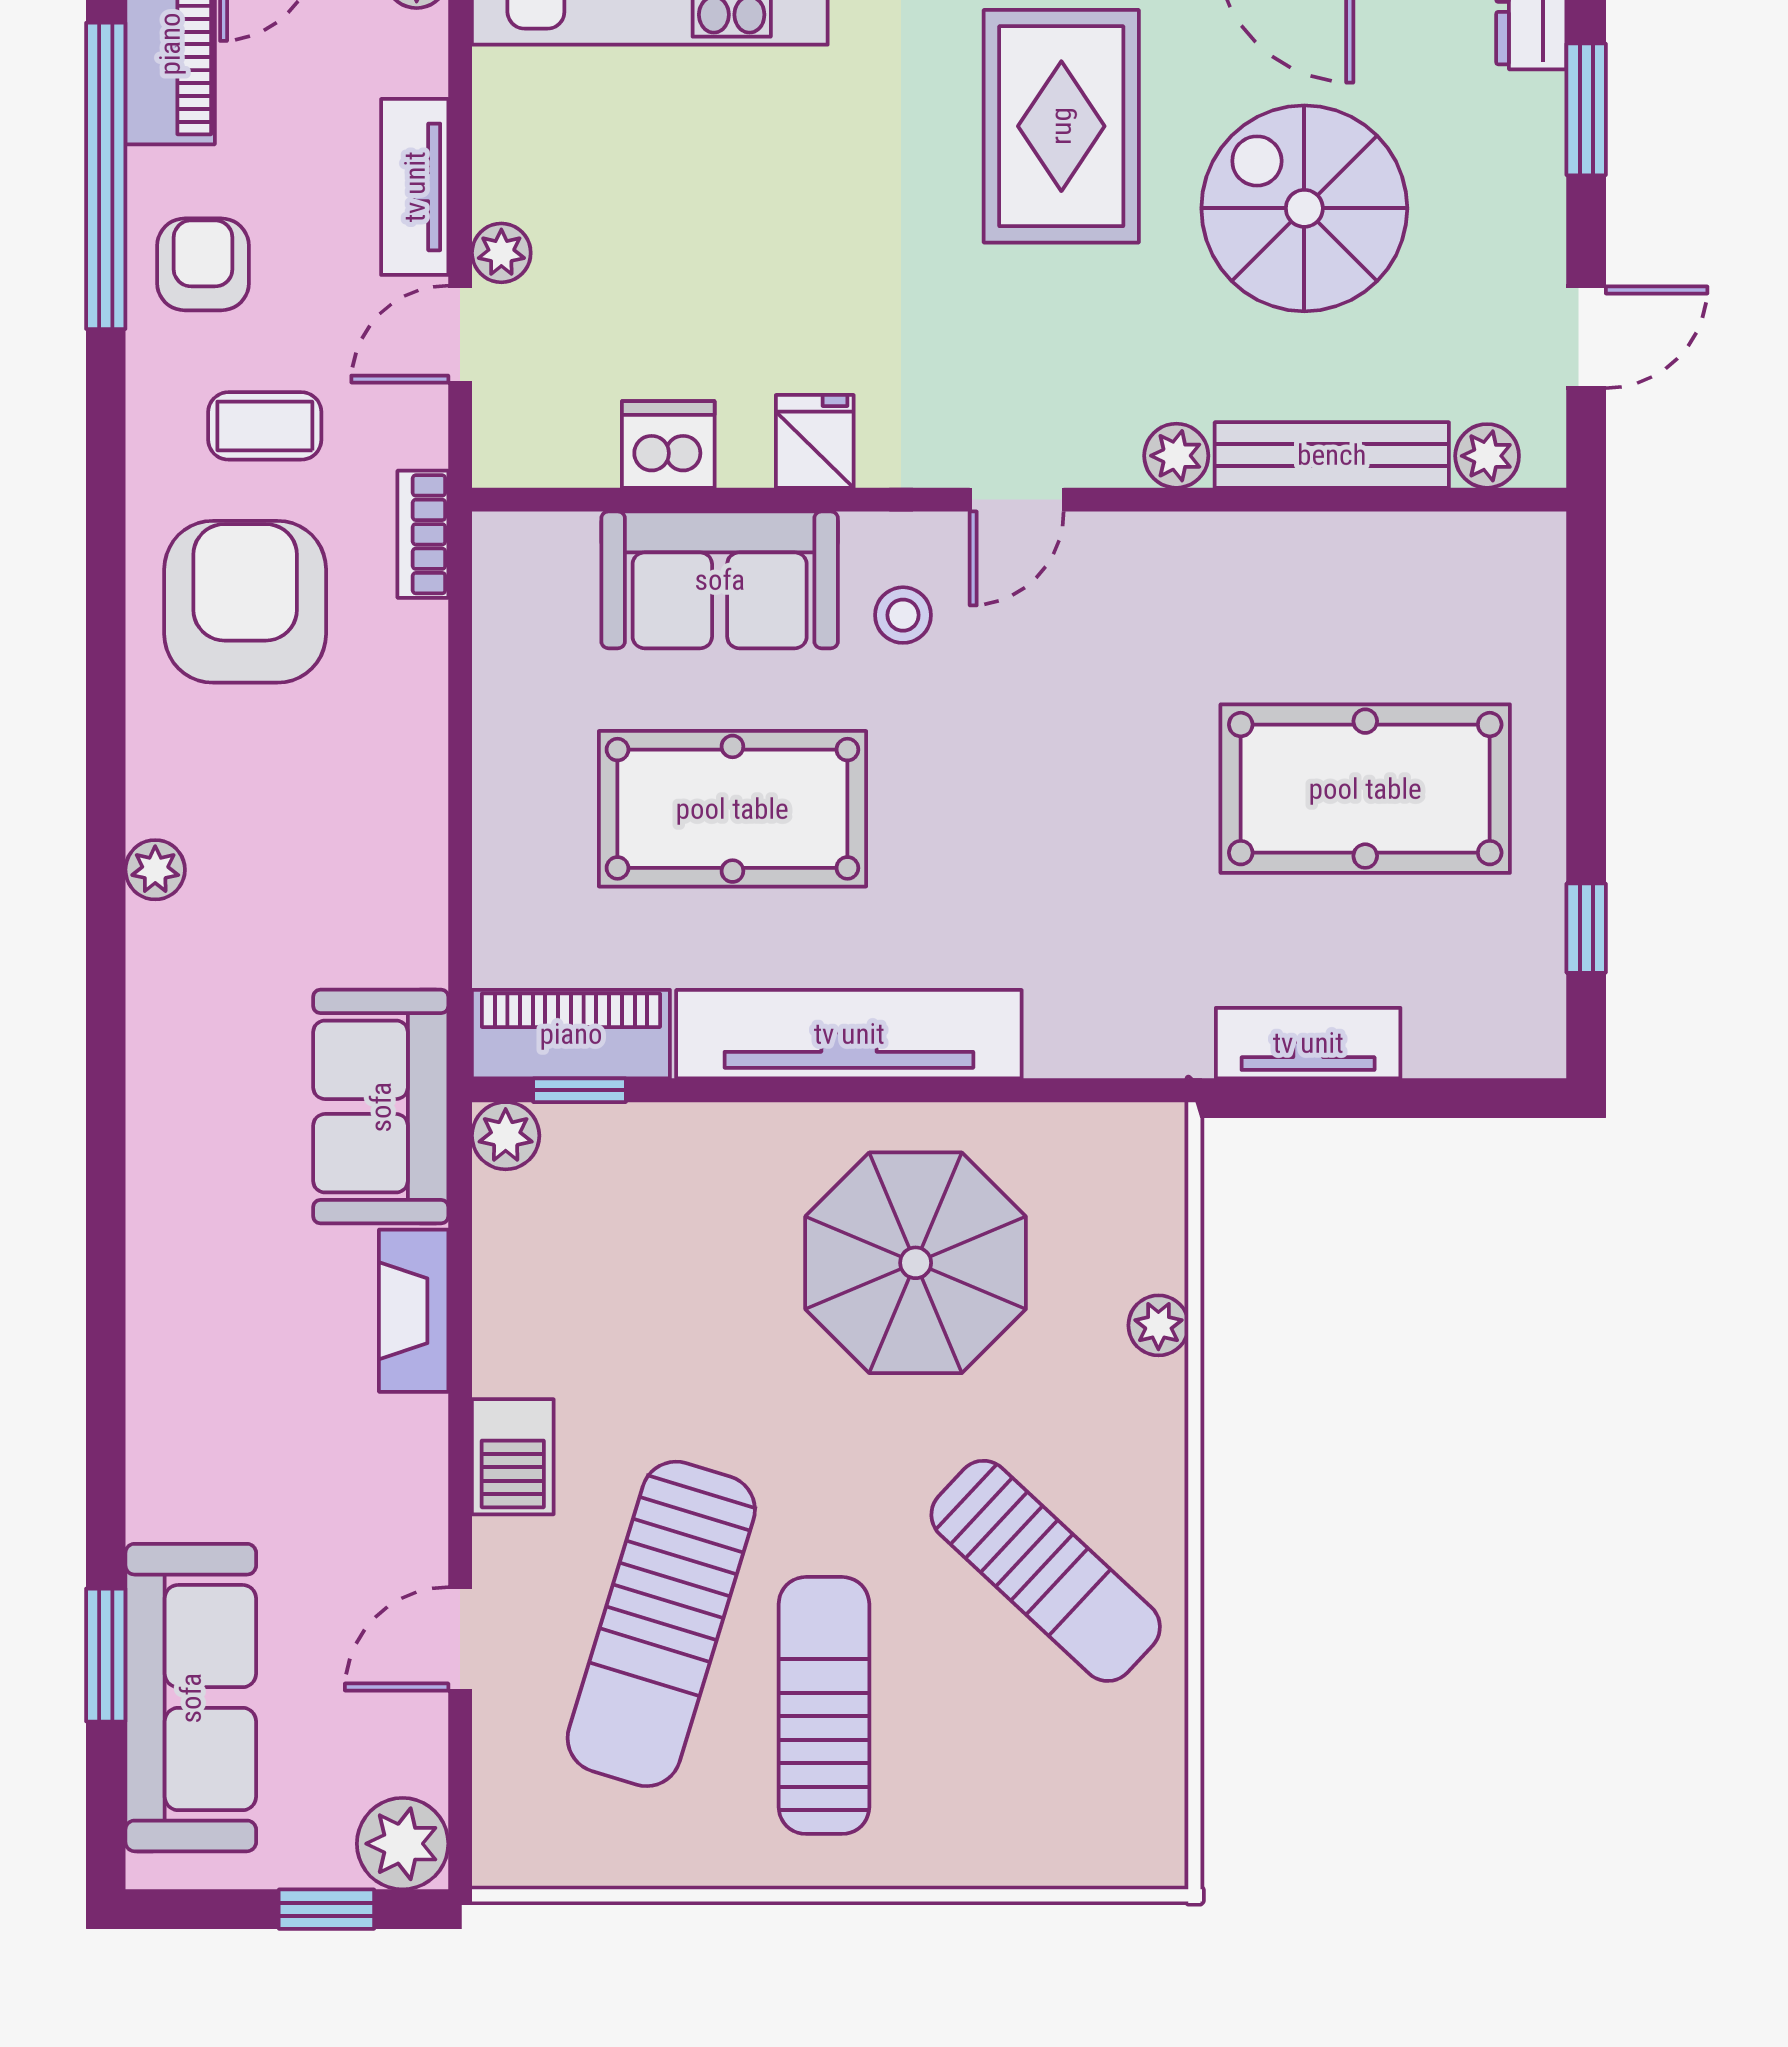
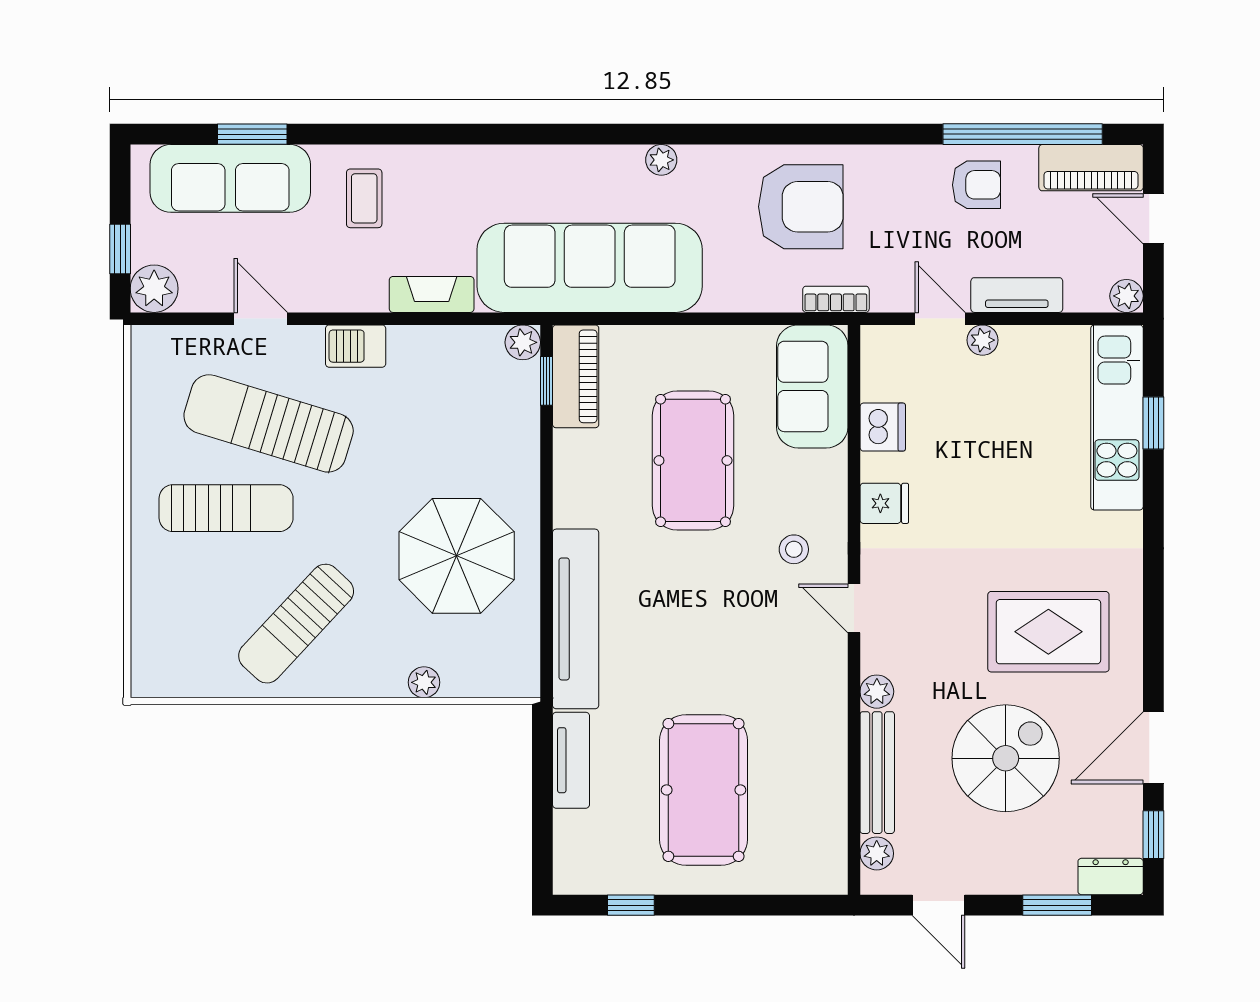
coffee table: (265, 426) -> (364, 198), moved
sofa: (720, 580) -> (812, 386), moved
tv unit: (849, 1034) -> (576, 619), moved
sofa: (381, 1107) -> (590, 268), width x1.85, depth x1.27

